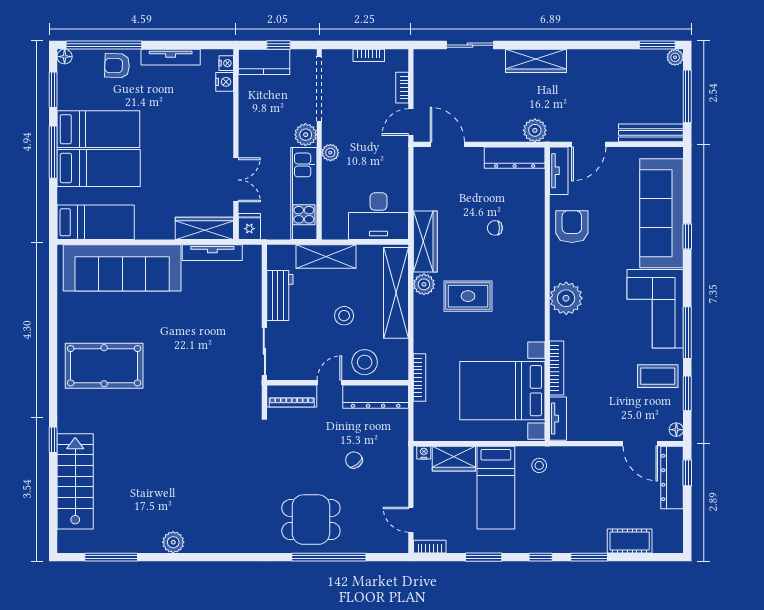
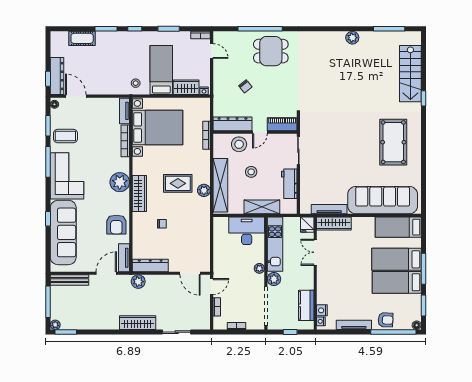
kitchen counter: (264, 62) -> (306, 305), moved, turned -90
desk: (379, 216) -> (247, 231), moved
wardrobe: (425, 242) -> (139, 194), moved, turned 180
pool table: (104, 366) -> (393, 142), turned 90

